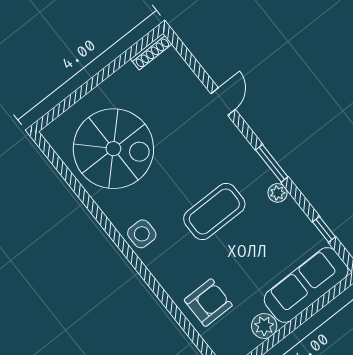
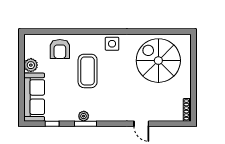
spiral stairs: (113, 149) -> (158, 61), turned 90
window: (272, 163) -> (86, 124), moved
coffee table: (214, 212) -> (88, 71), moved

